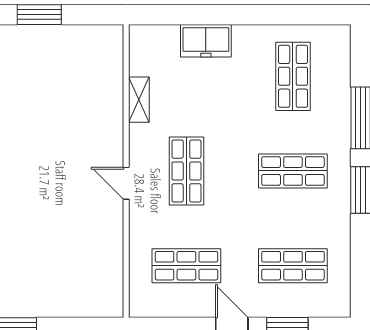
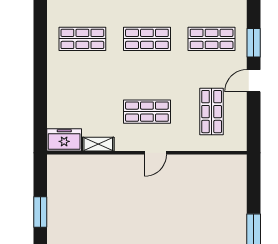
freezer: (206, 41) -> (64, 140), moved, turned -90
shop shelf: (293, 171) -> (147, 39), turned 90
shop shelf: (293, 266) -> (212, 39), turned 90

